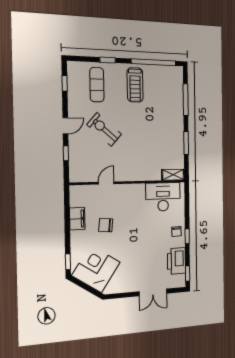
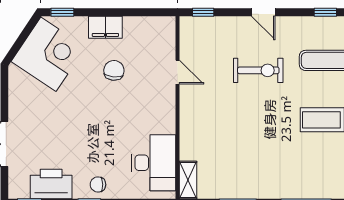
exercise bike: (104, 129) -> (258, 70), turned 49
window: (66, 153) -> (203, 12), moved
filing cabinet: (77, 219) -> (105, 27), moved

